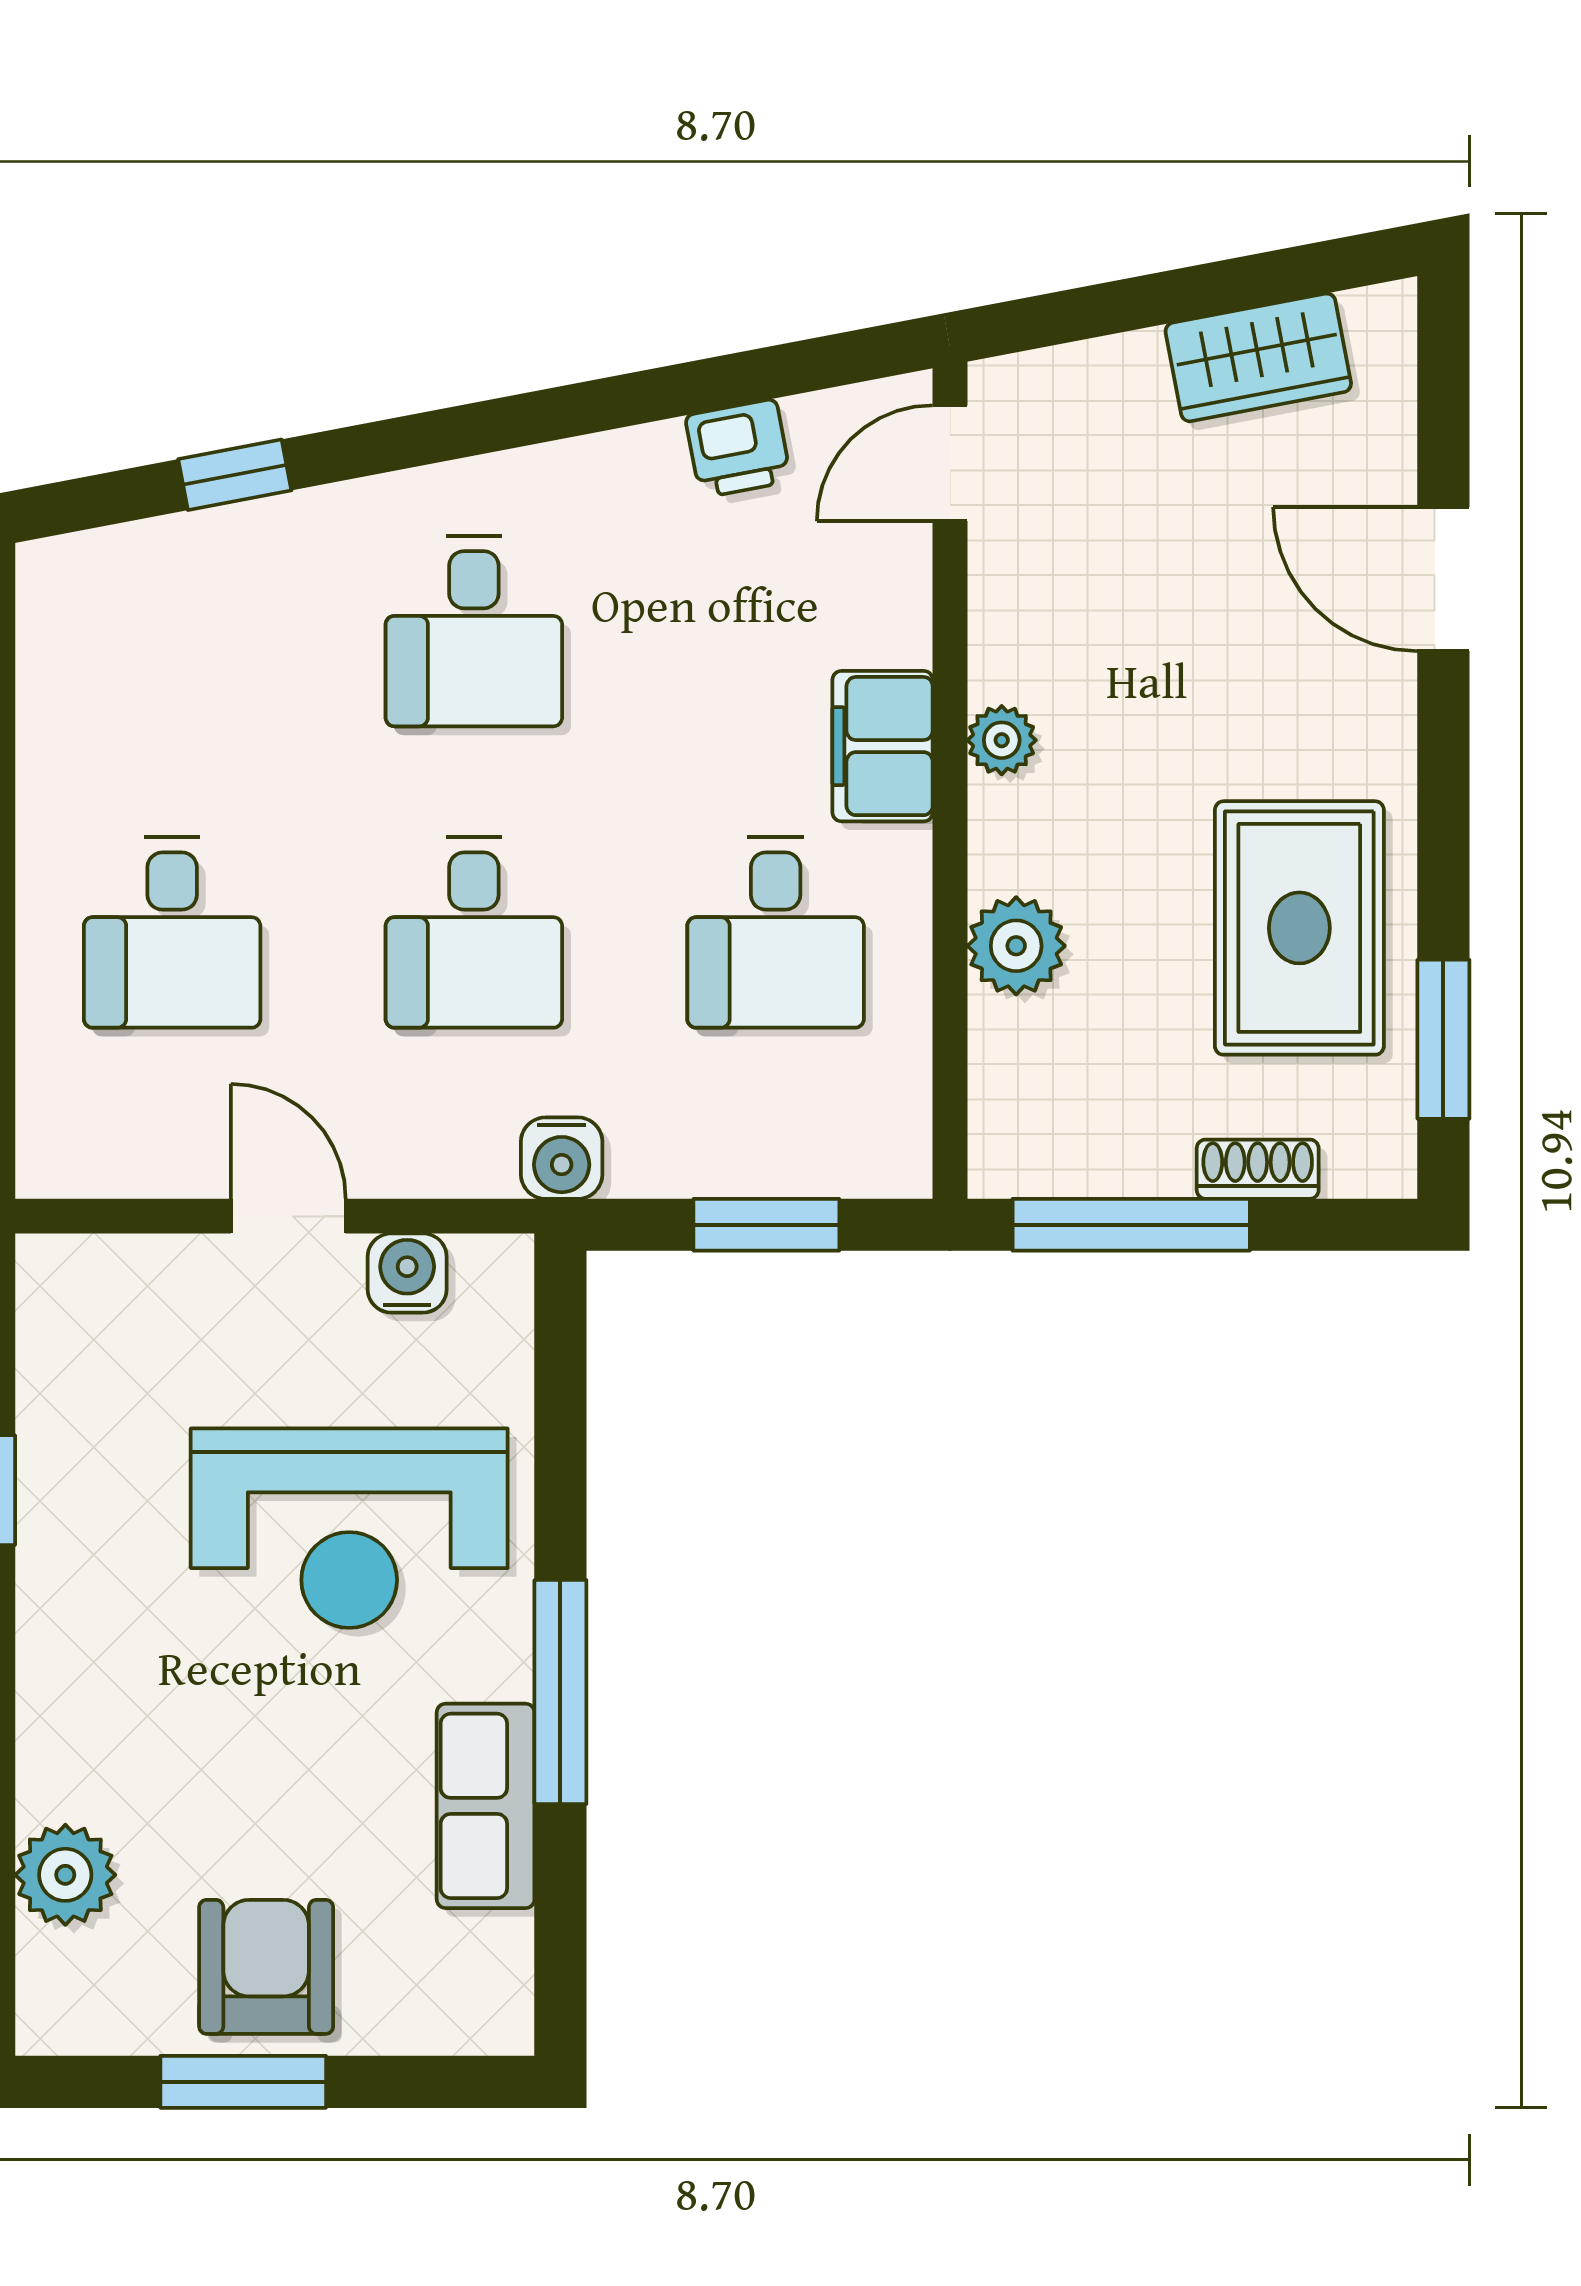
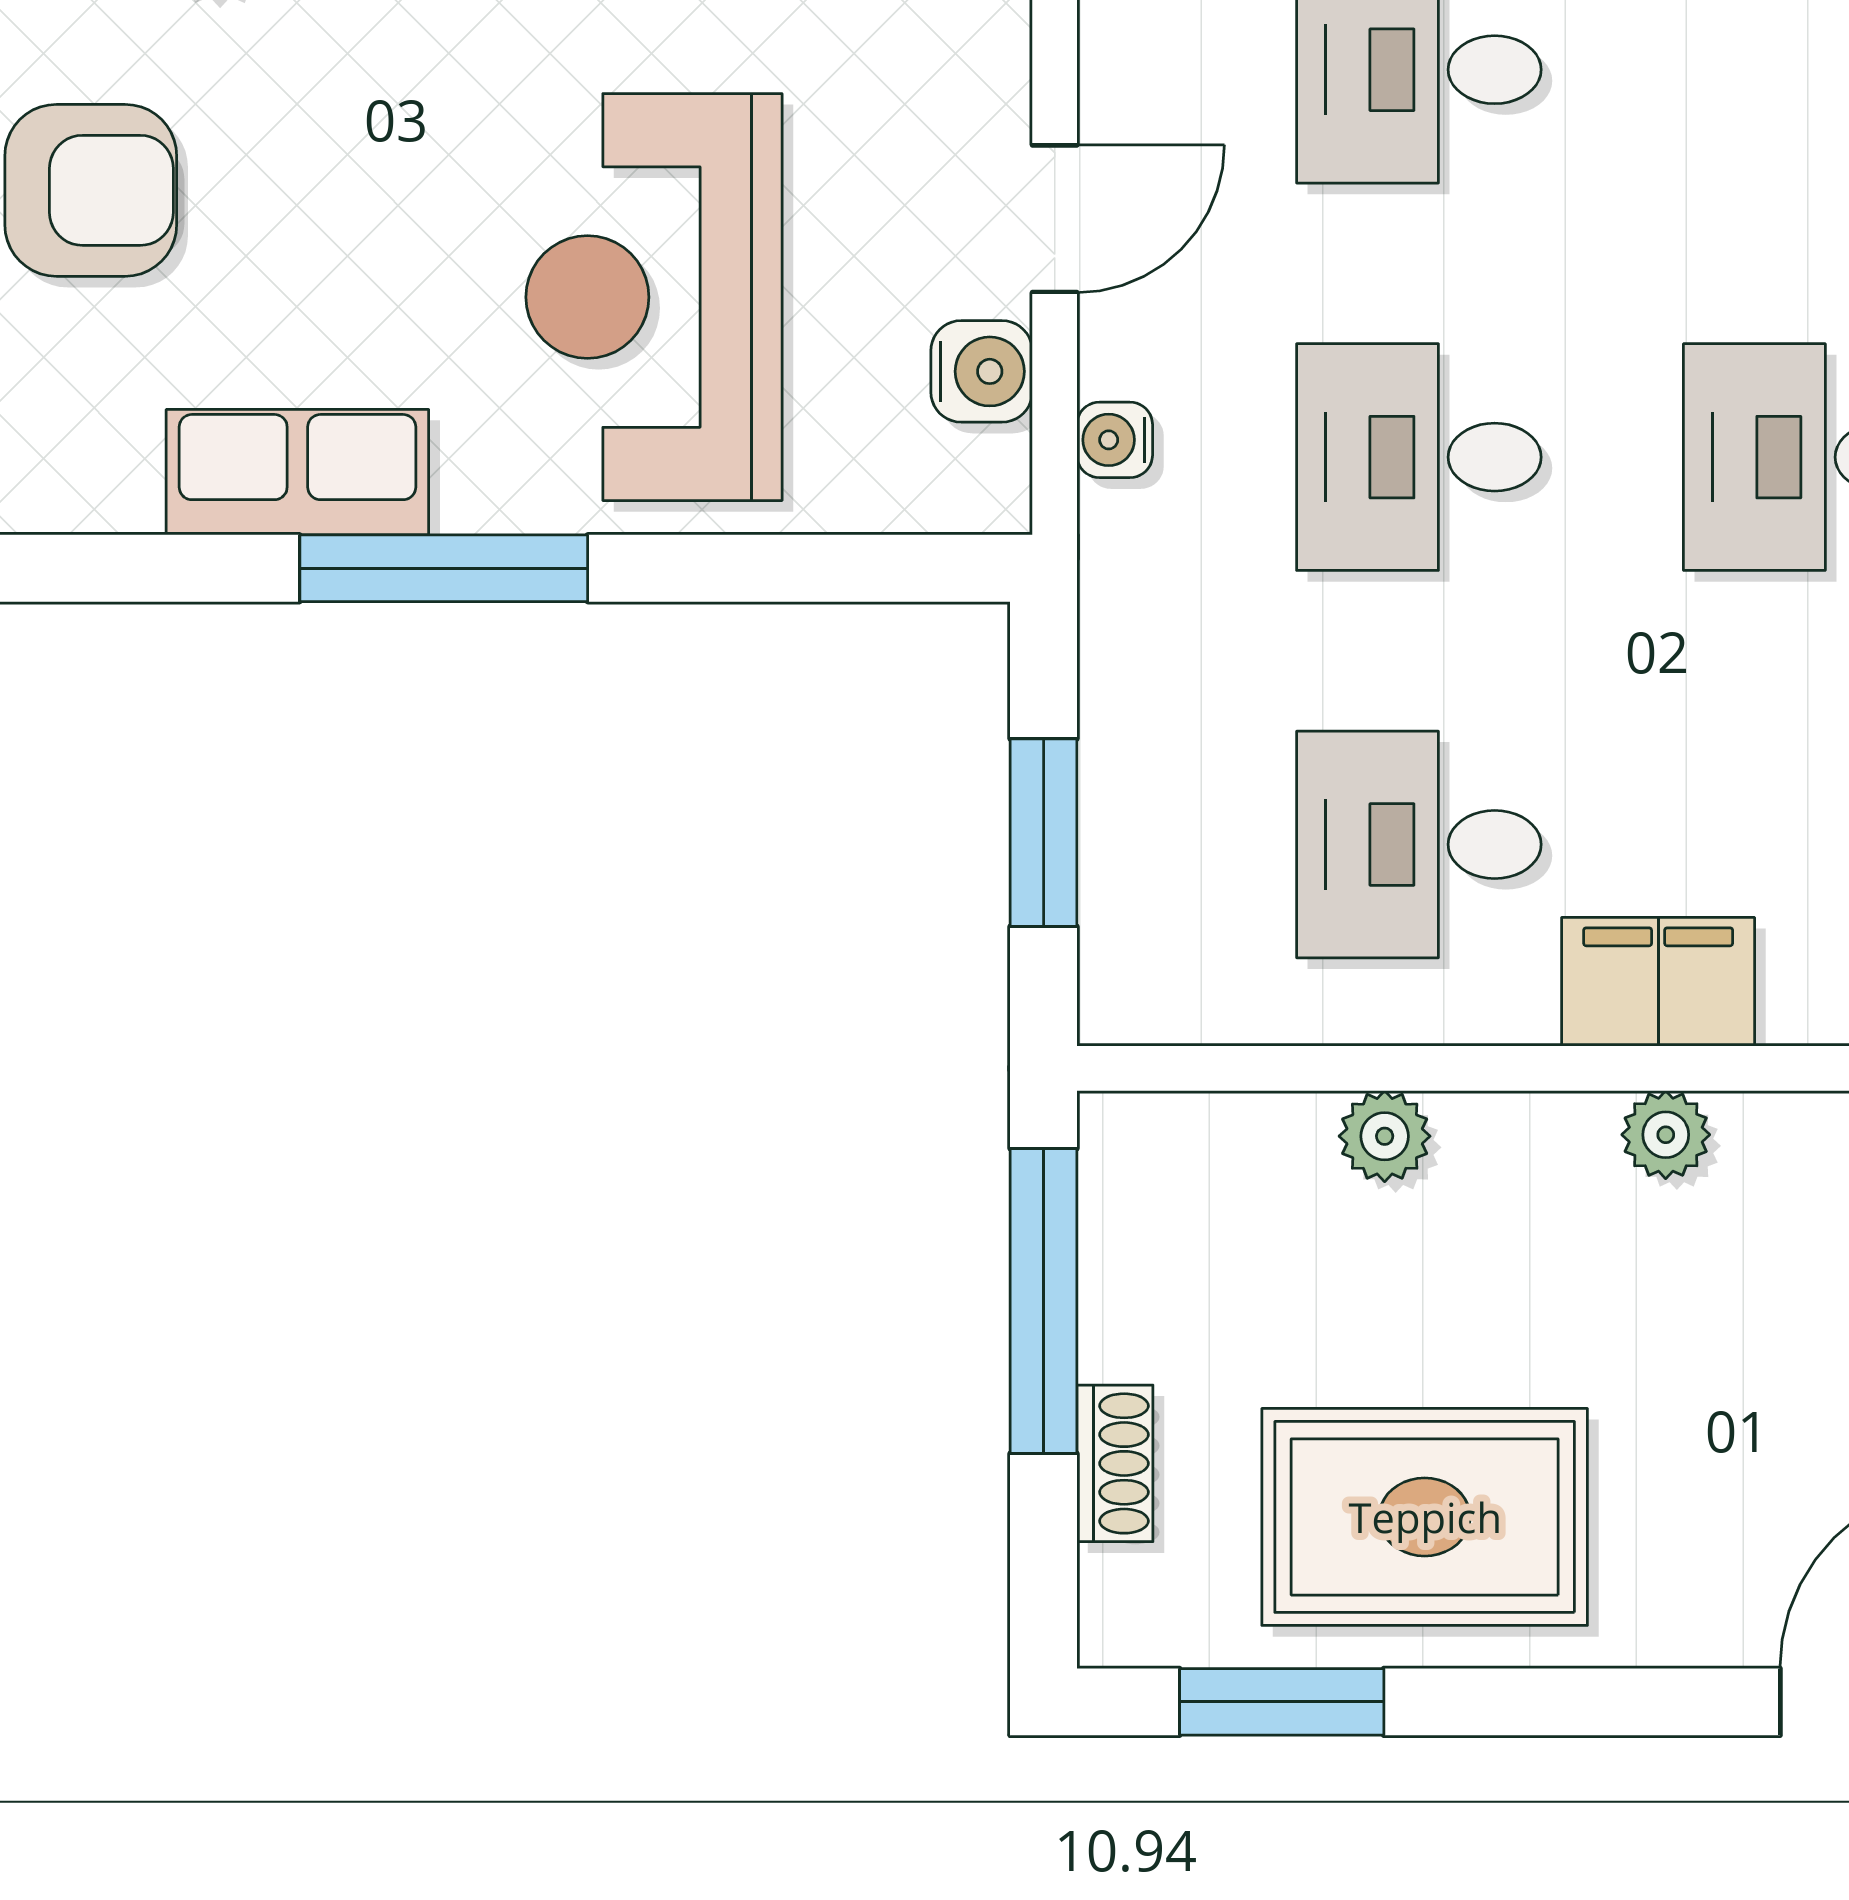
plant: (1016, 946) -> (1385, 1136), width x0.73, depth x0.73
water cooler: (562, 1158) -> (1115, 440), moved, width x0.72, depth x0.72

